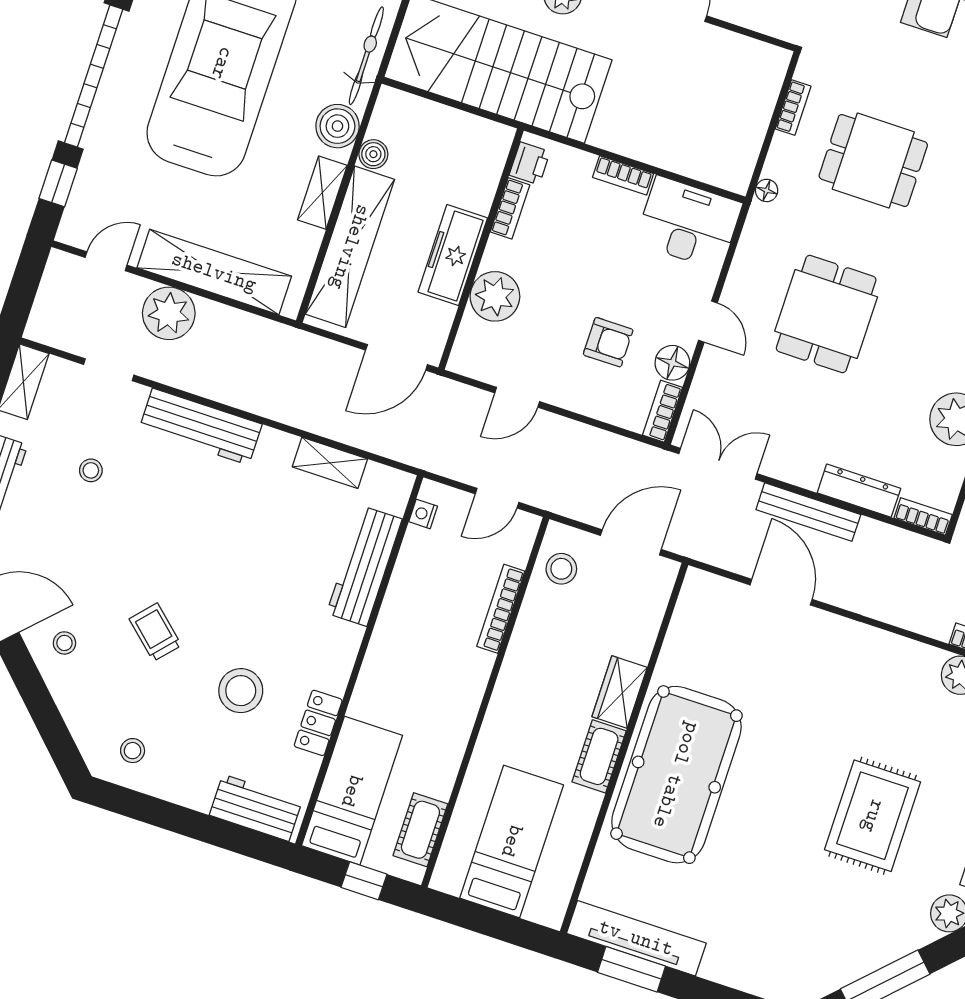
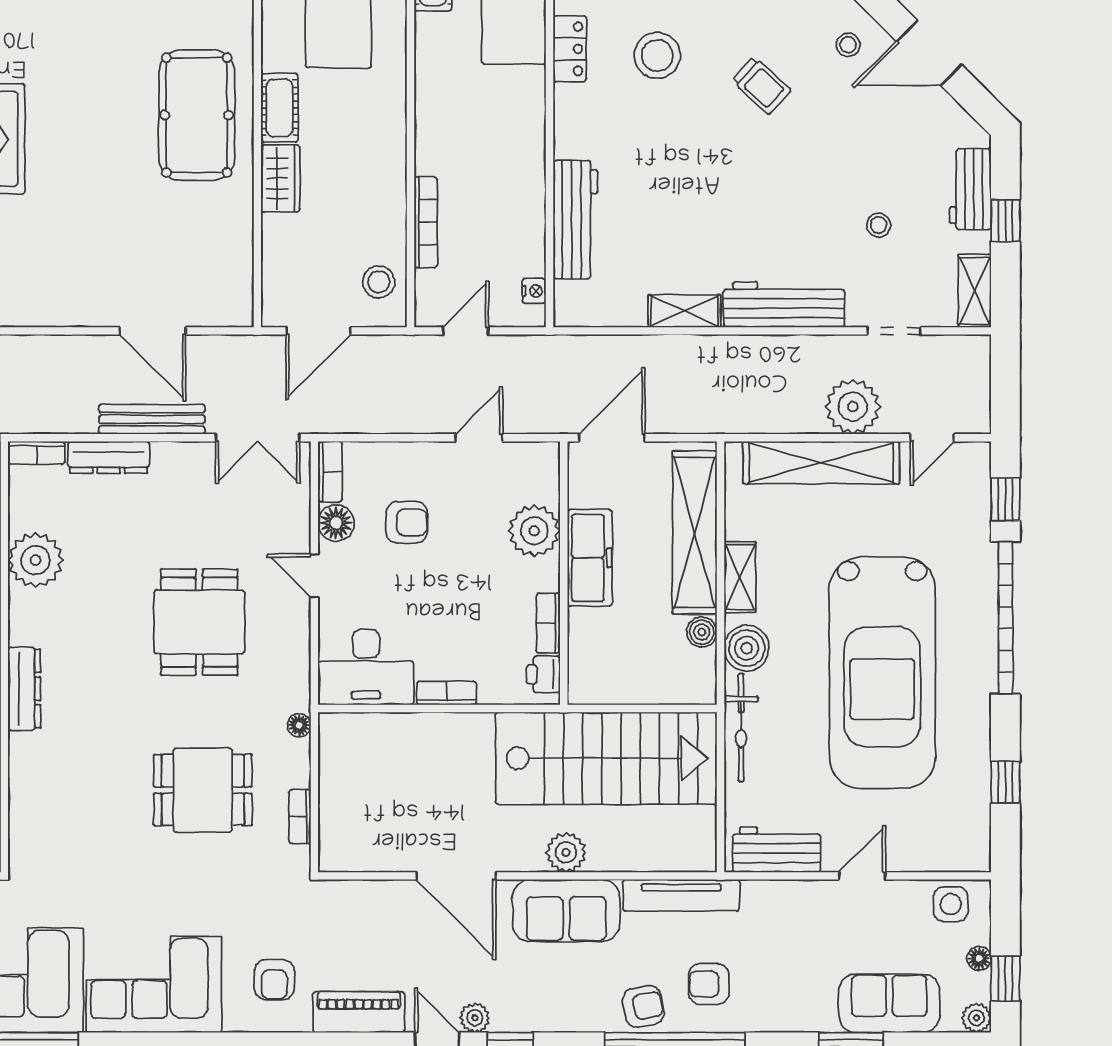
armchair: (608, 342) -> (407, 522), turned 180
shelving: (330, 463) -> (684, 311), moved
pool table: (676, 775) -> (197, 115), width x0.73, depth x0.76

